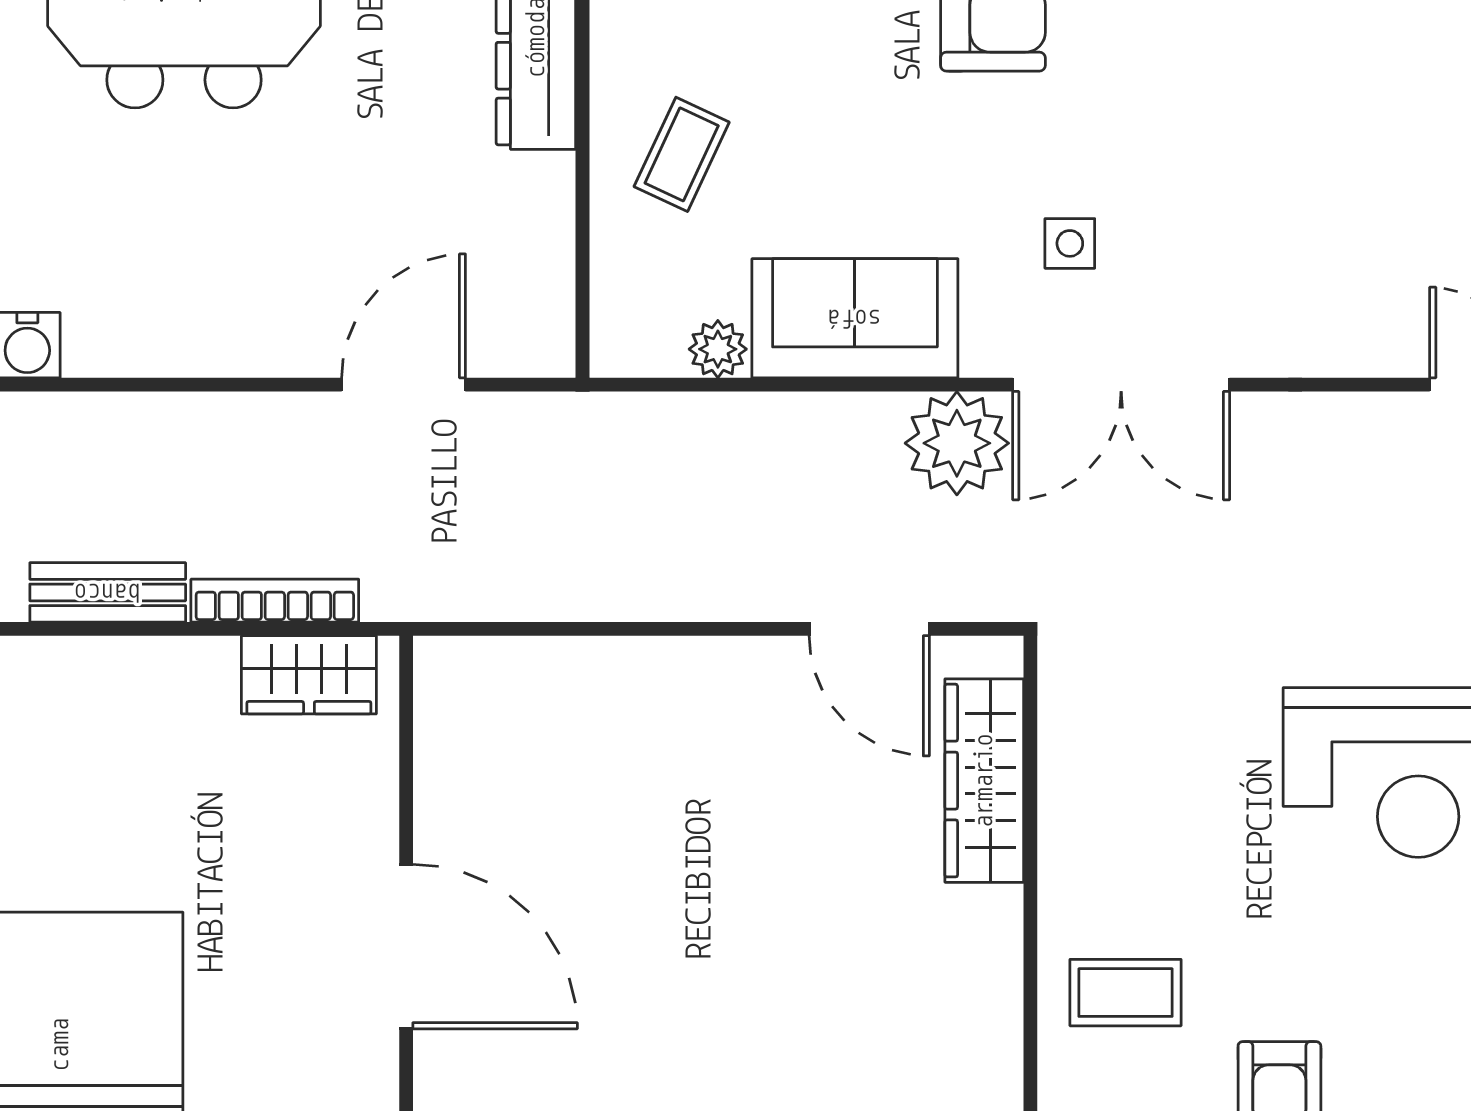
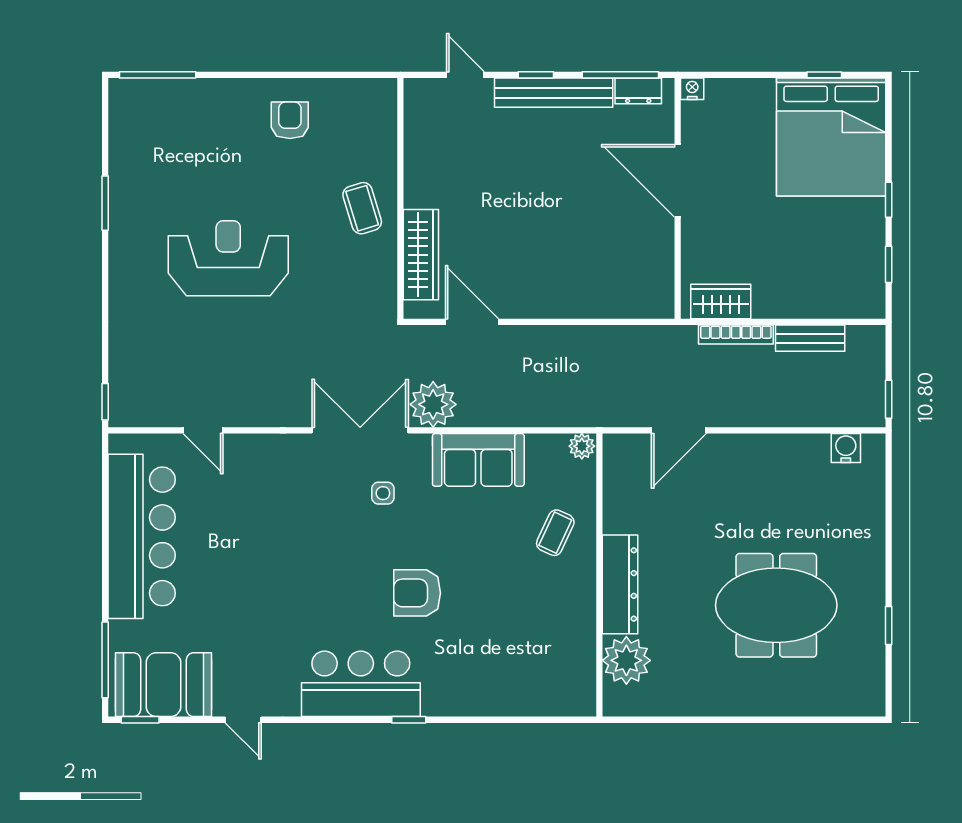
plant: (718, 349) -> (582, 446), moved
coffee table: (1125, 993) -> (362, 208), moved, turned 73

